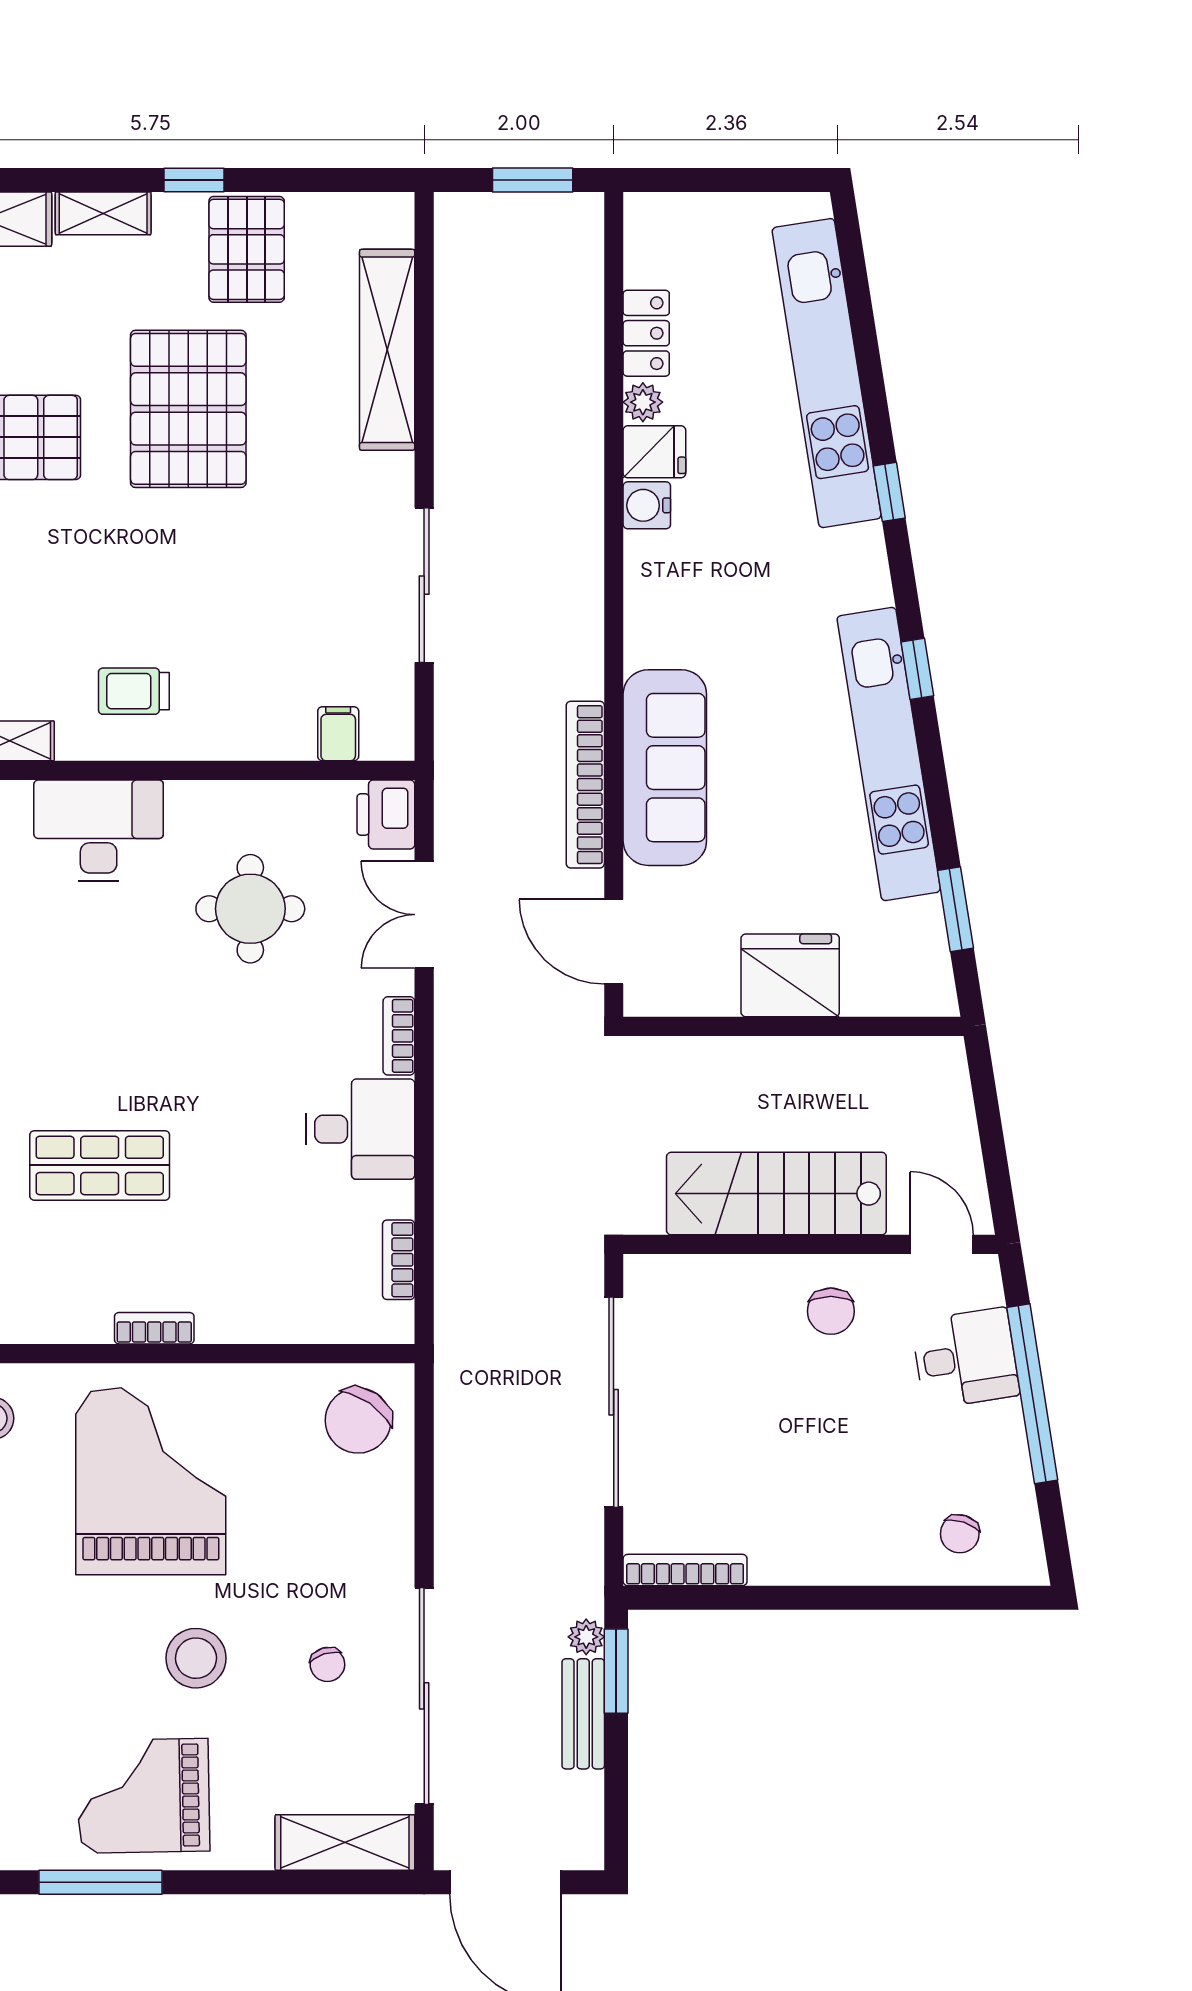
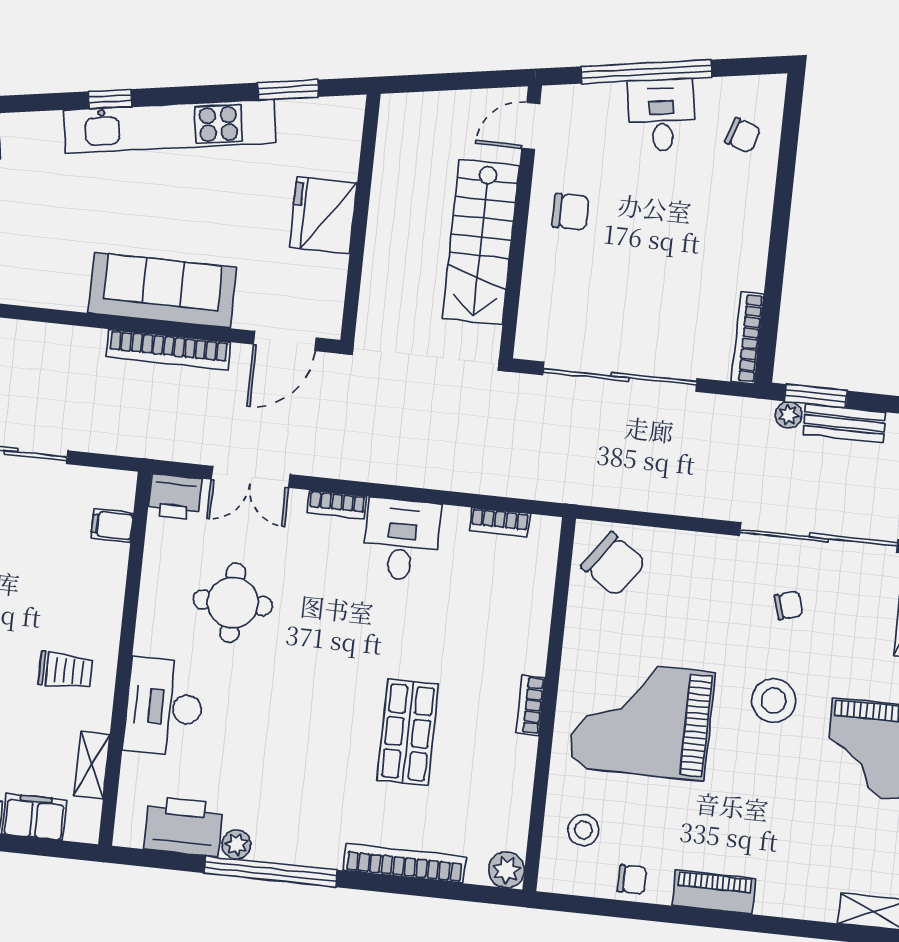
trolley: (134, 691) -> (65, 671), turned -90
desk: (965, 1358) -> (662, 115), moved

